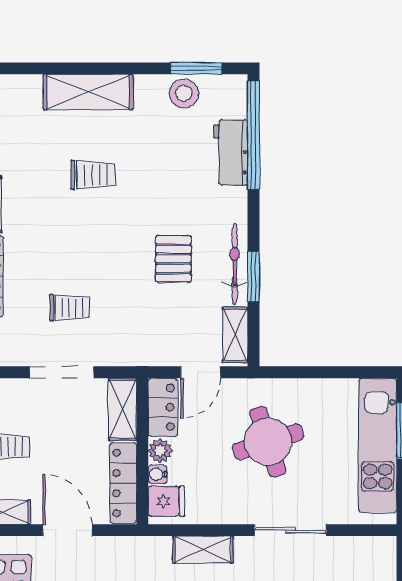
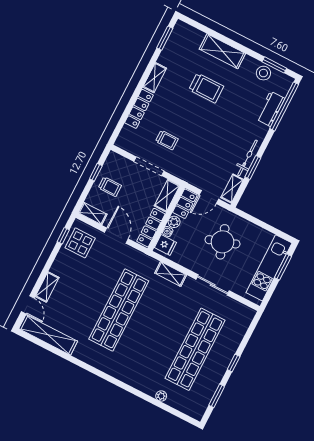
trolley: (93, 175) -> (206, 88), width x1.36, depth x1.39
pallet: (173, 259) -> (222, 142), removed

